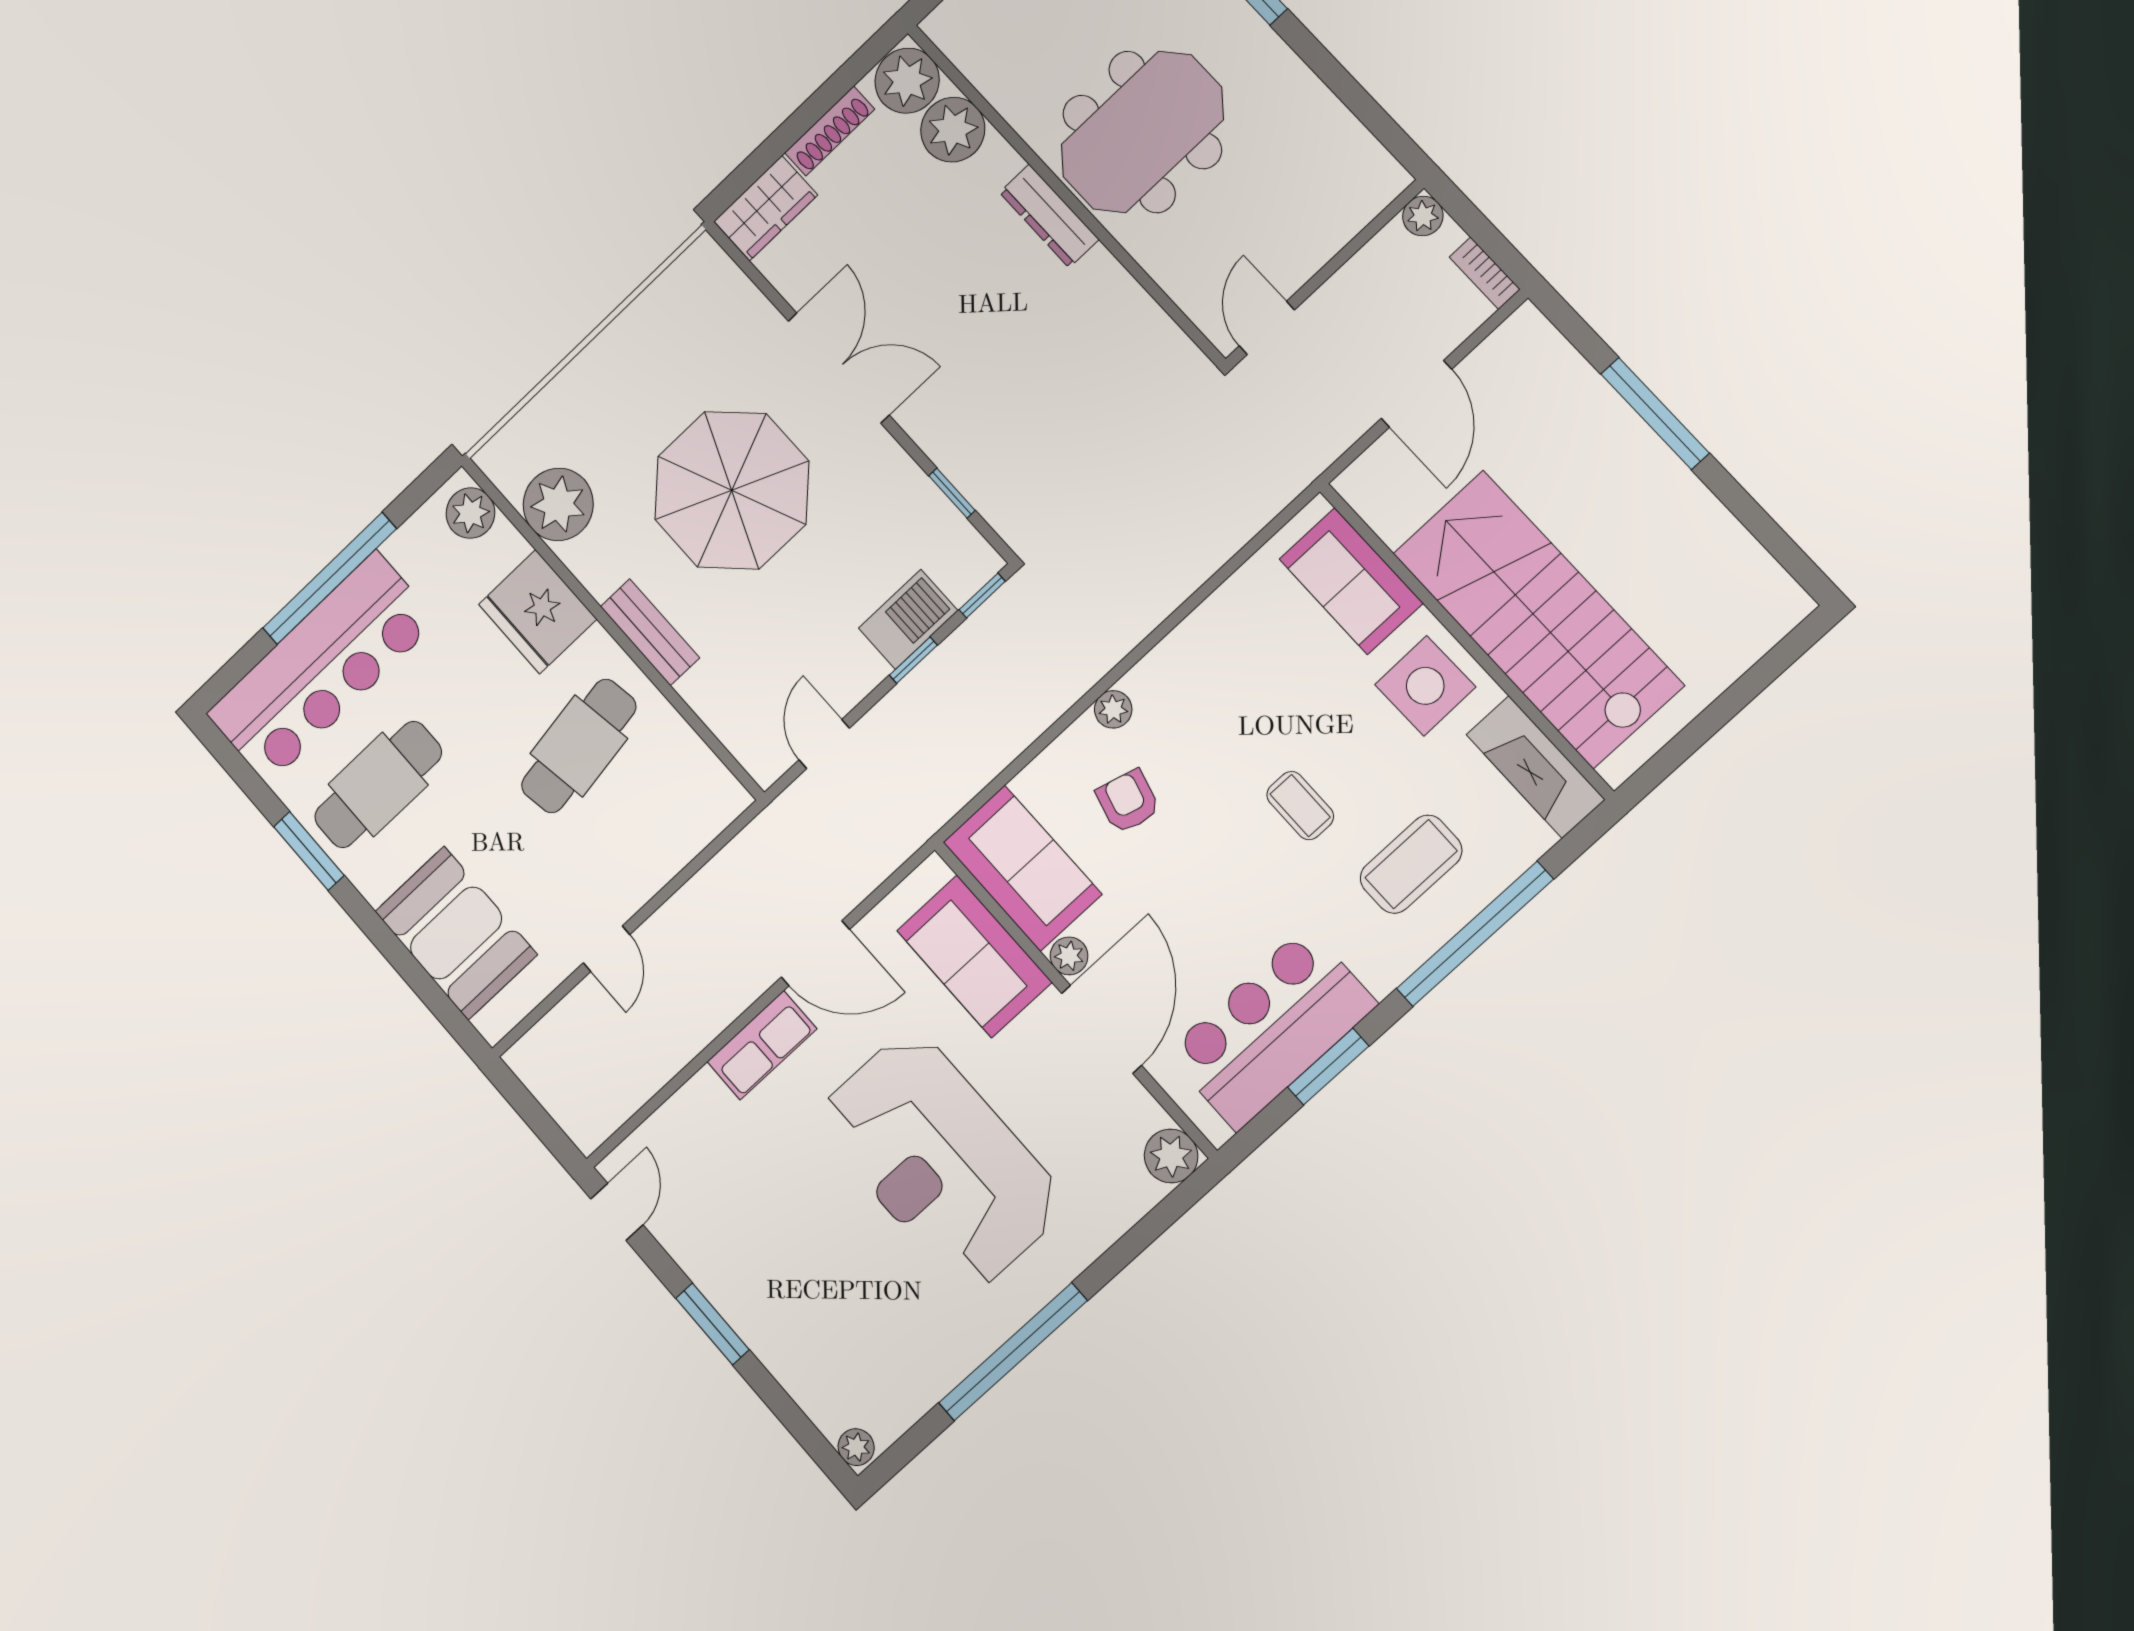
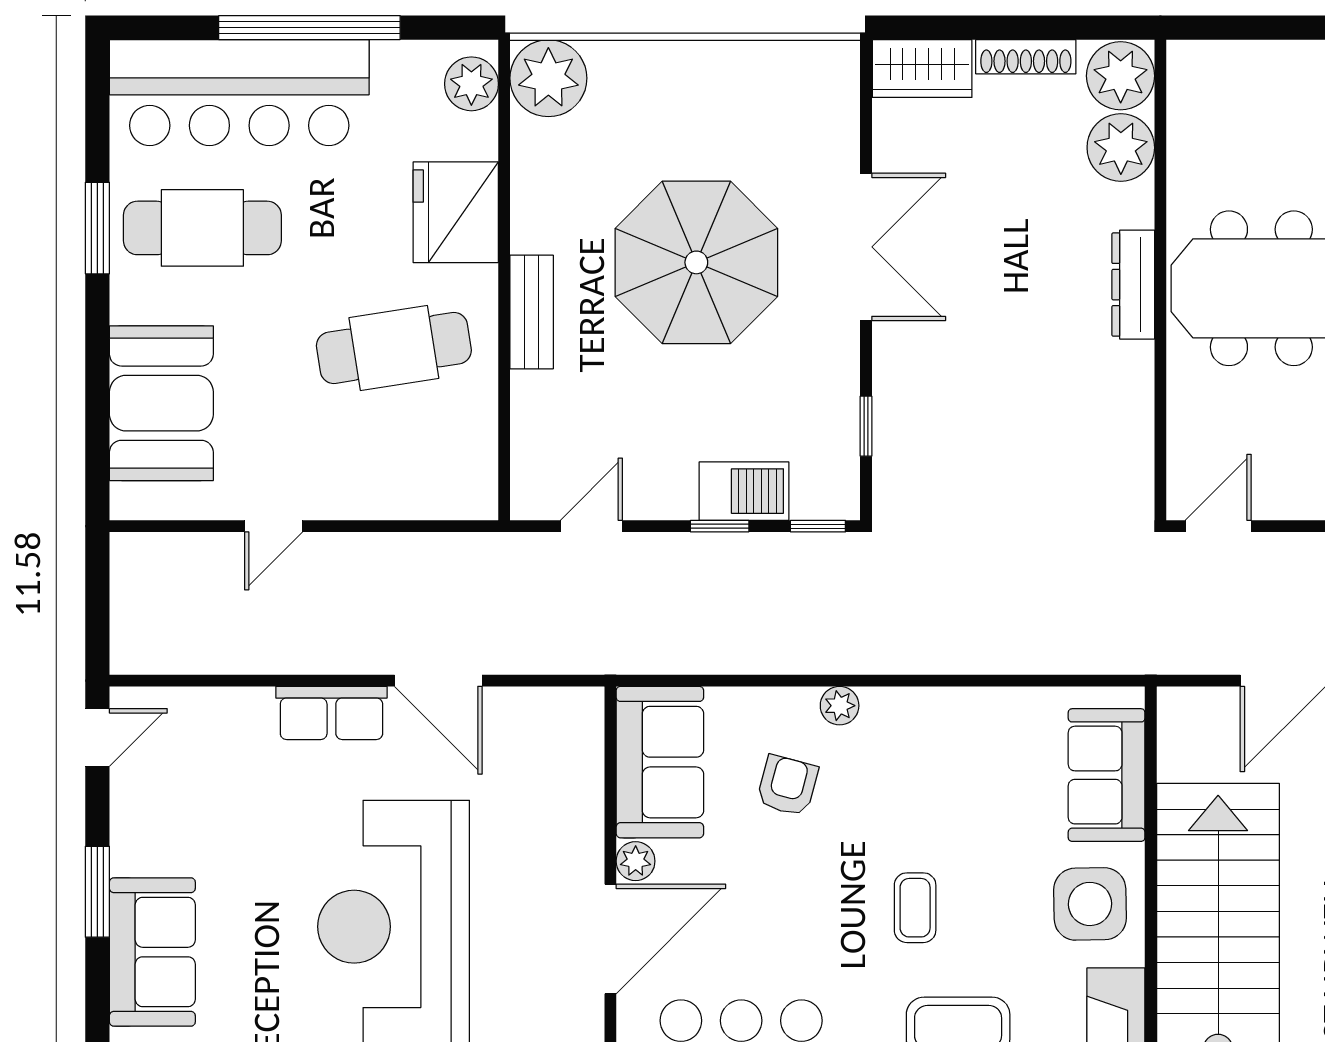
plant: (558, 504) -> (548, 78), moved
sofa: (974, 956) -> (152, 952), moved, turned 180

